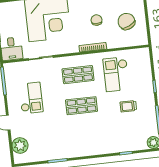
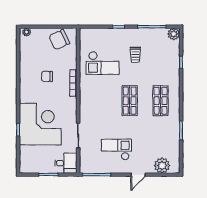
chair: (126, 21) -> (59, 40), moved
shop shelf: (78, 75) -> (161, 101), moved

